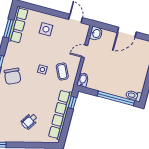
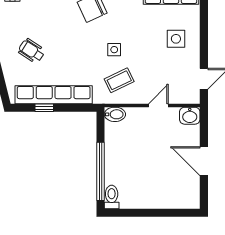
door: (85, 51) -> (158, 105), hinge flipped
window: (72, 103) -> (44, 108), moved

